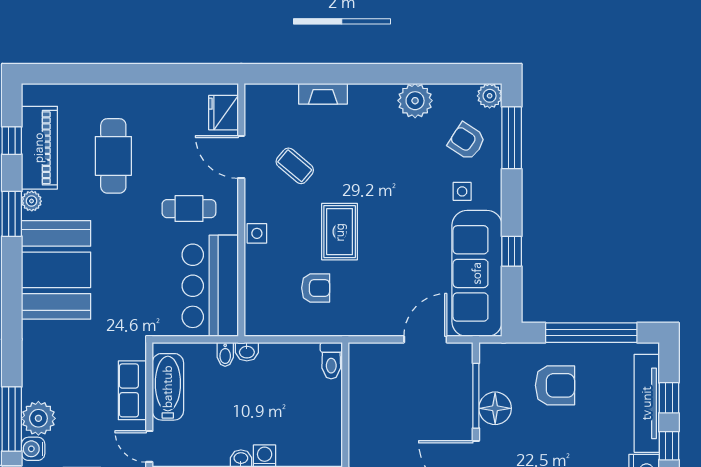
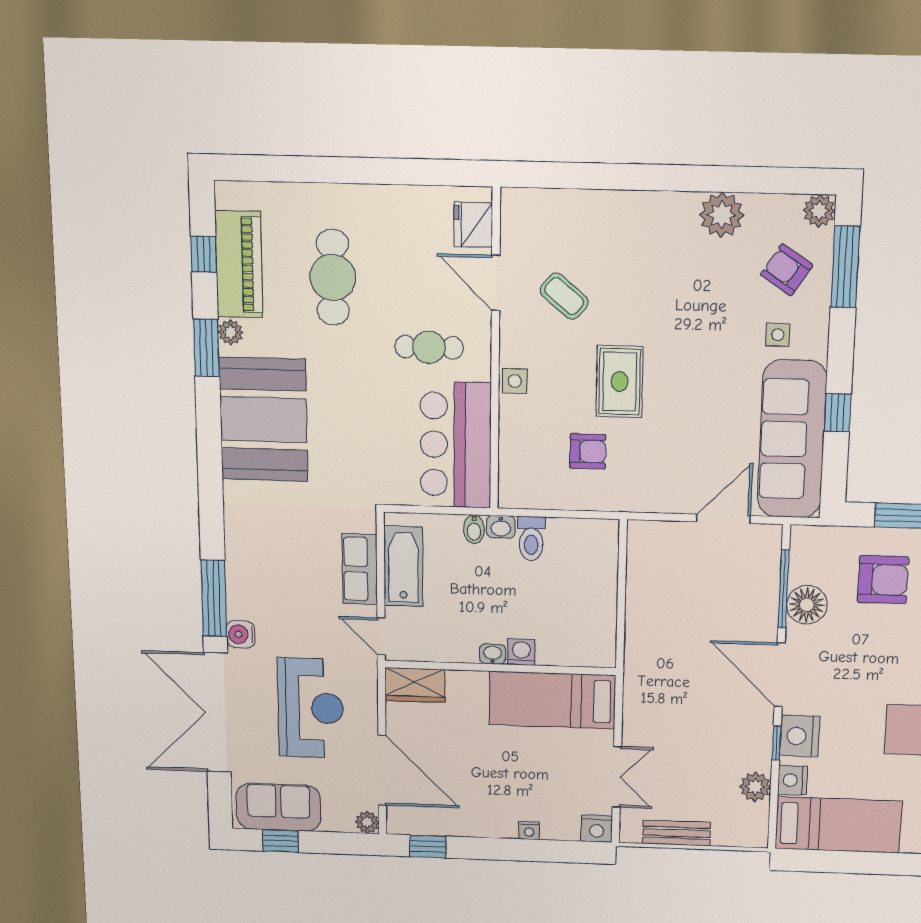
fireplace: (323, 94) -> (602, 203), removed
toilet: (331, 361) -> (531, 539), moved
plant: (38, 418) -> (246, 599), removed

